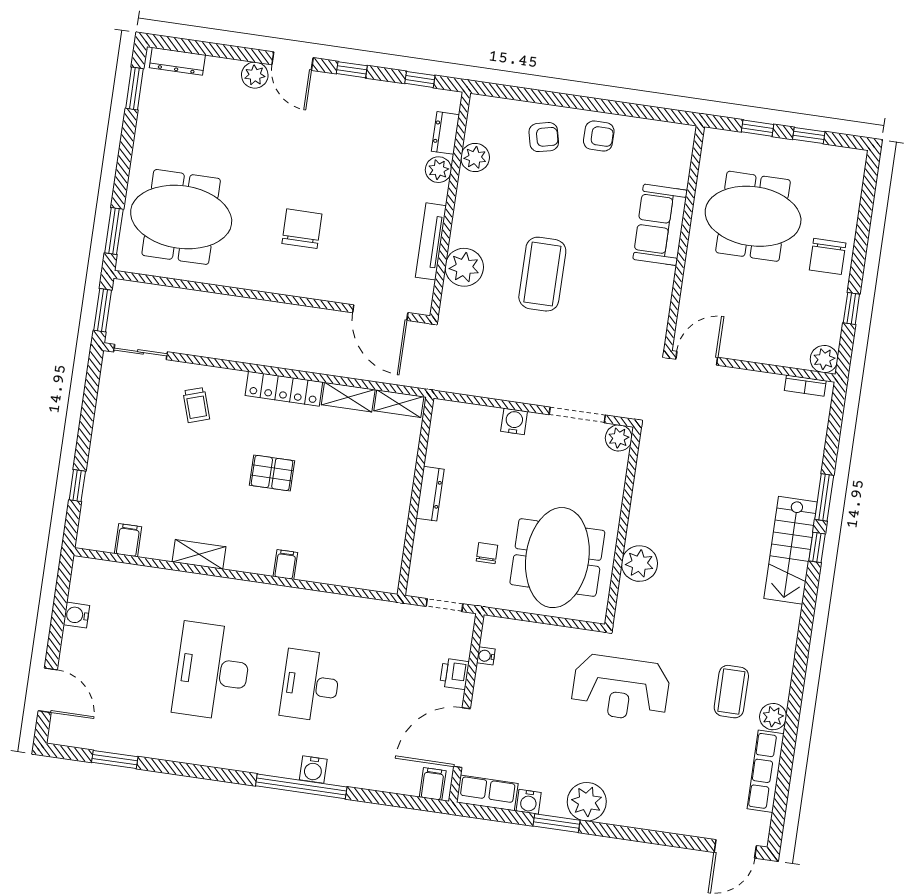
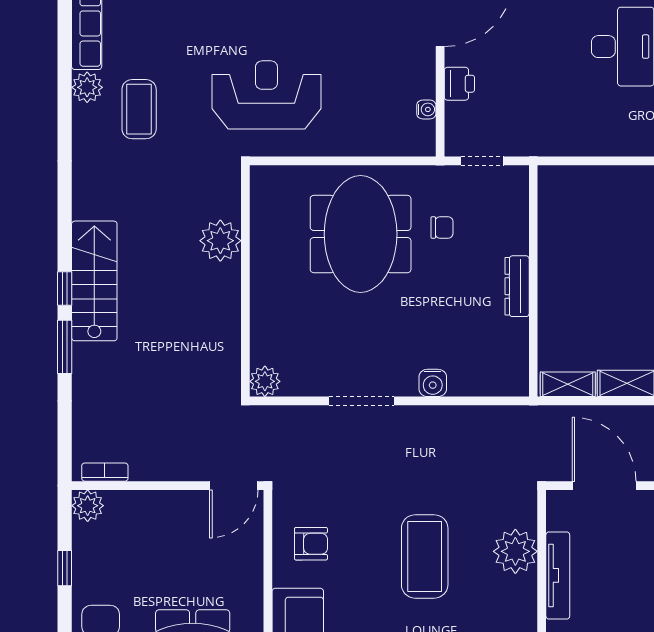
armchair: (638, 299) -> (311, 544), added
plant: (619, 438) -> (265, 381), moved
wall: (623, 526) -> (245, 281), moved
chair: (487, 553) -> (442, 227), turned -90
plant: (639, 564) -> (220, 241), moved

